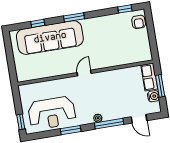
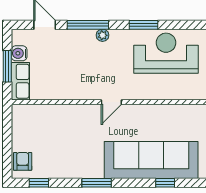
window: (74, 17) -> (97, 183), moved

